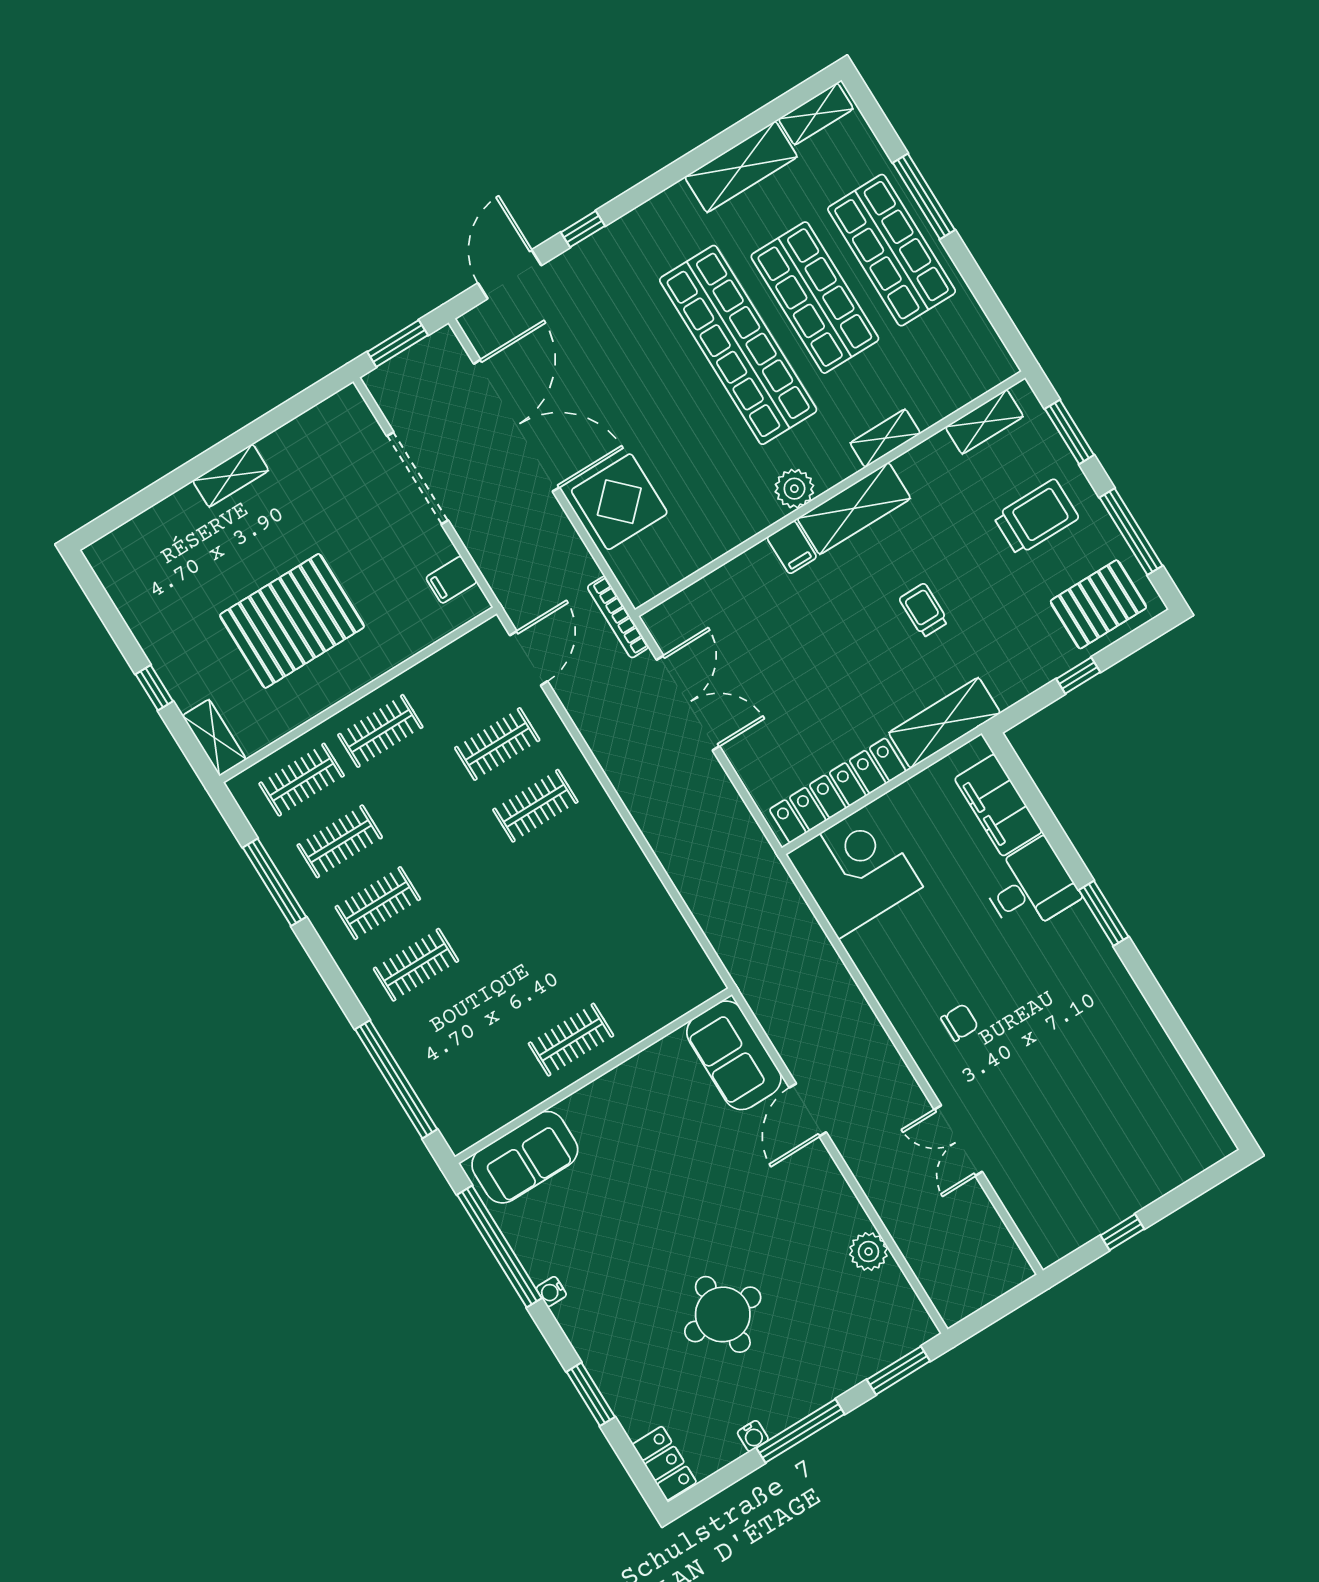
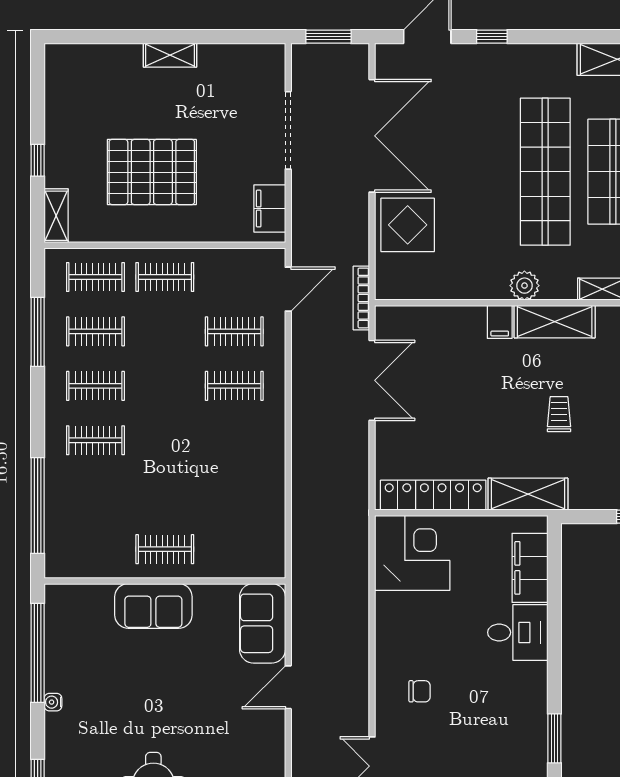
filing cabinet: (451, 580) -> (270, 209), width x2.00
window: (1104, 913) -> (554, 738), moved
sofa: (525, 1157) -> (153, 606), moved

